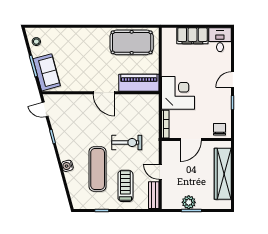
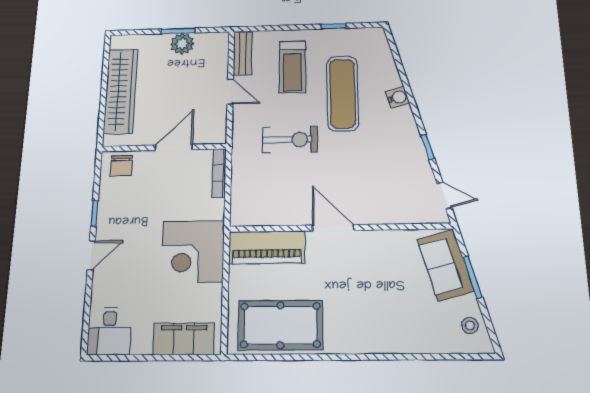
filing cabinet: (192, 36) -> (184, 339), moved
corner desk: (178, 93) -> (193, 251), moved
exercise bike: (127, 142) -> (290, 140), turned 180

